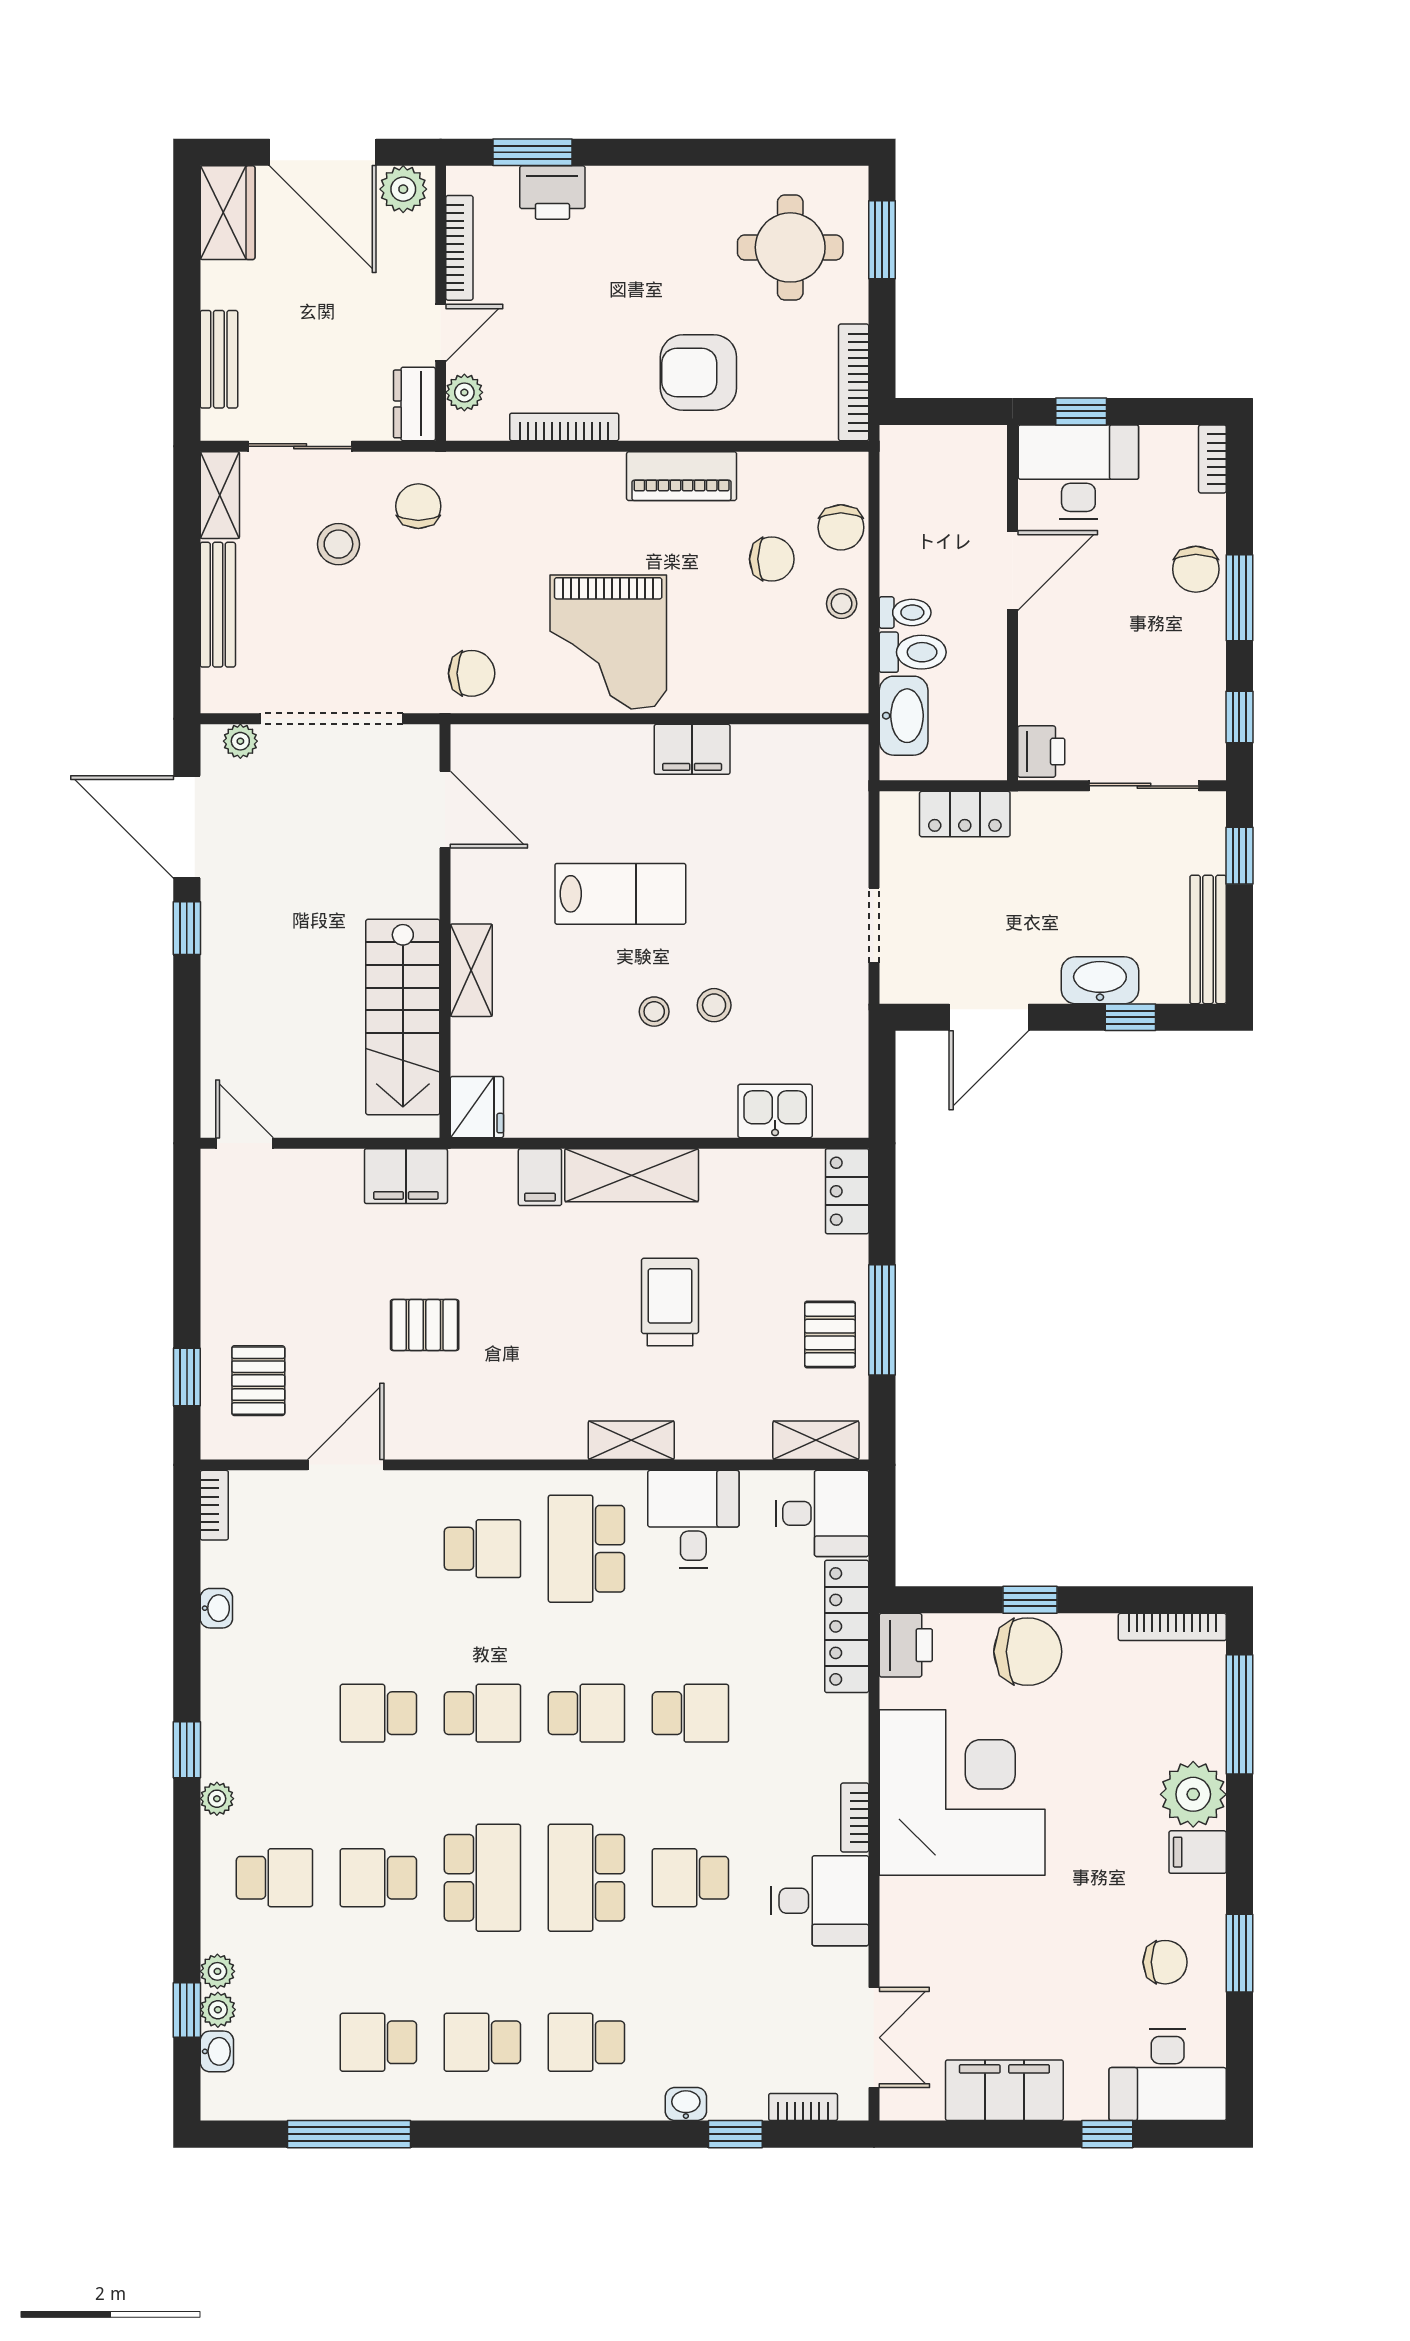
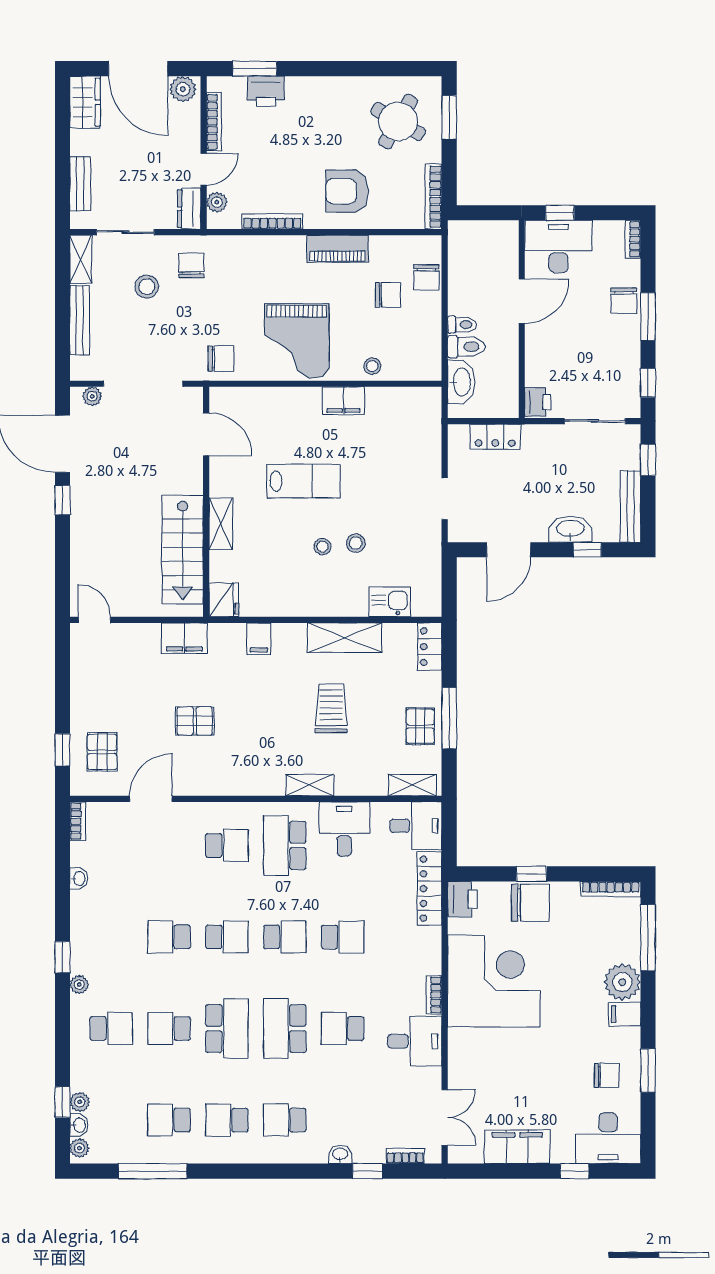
round table: (790, 247) -> (398, 122), turned 30
stool: (842, 604) -> (372, 366), moved
shelving: (632, 1175) -> (345, 638), moved
plant: (217, 1971) -> (79, 1148), moved

